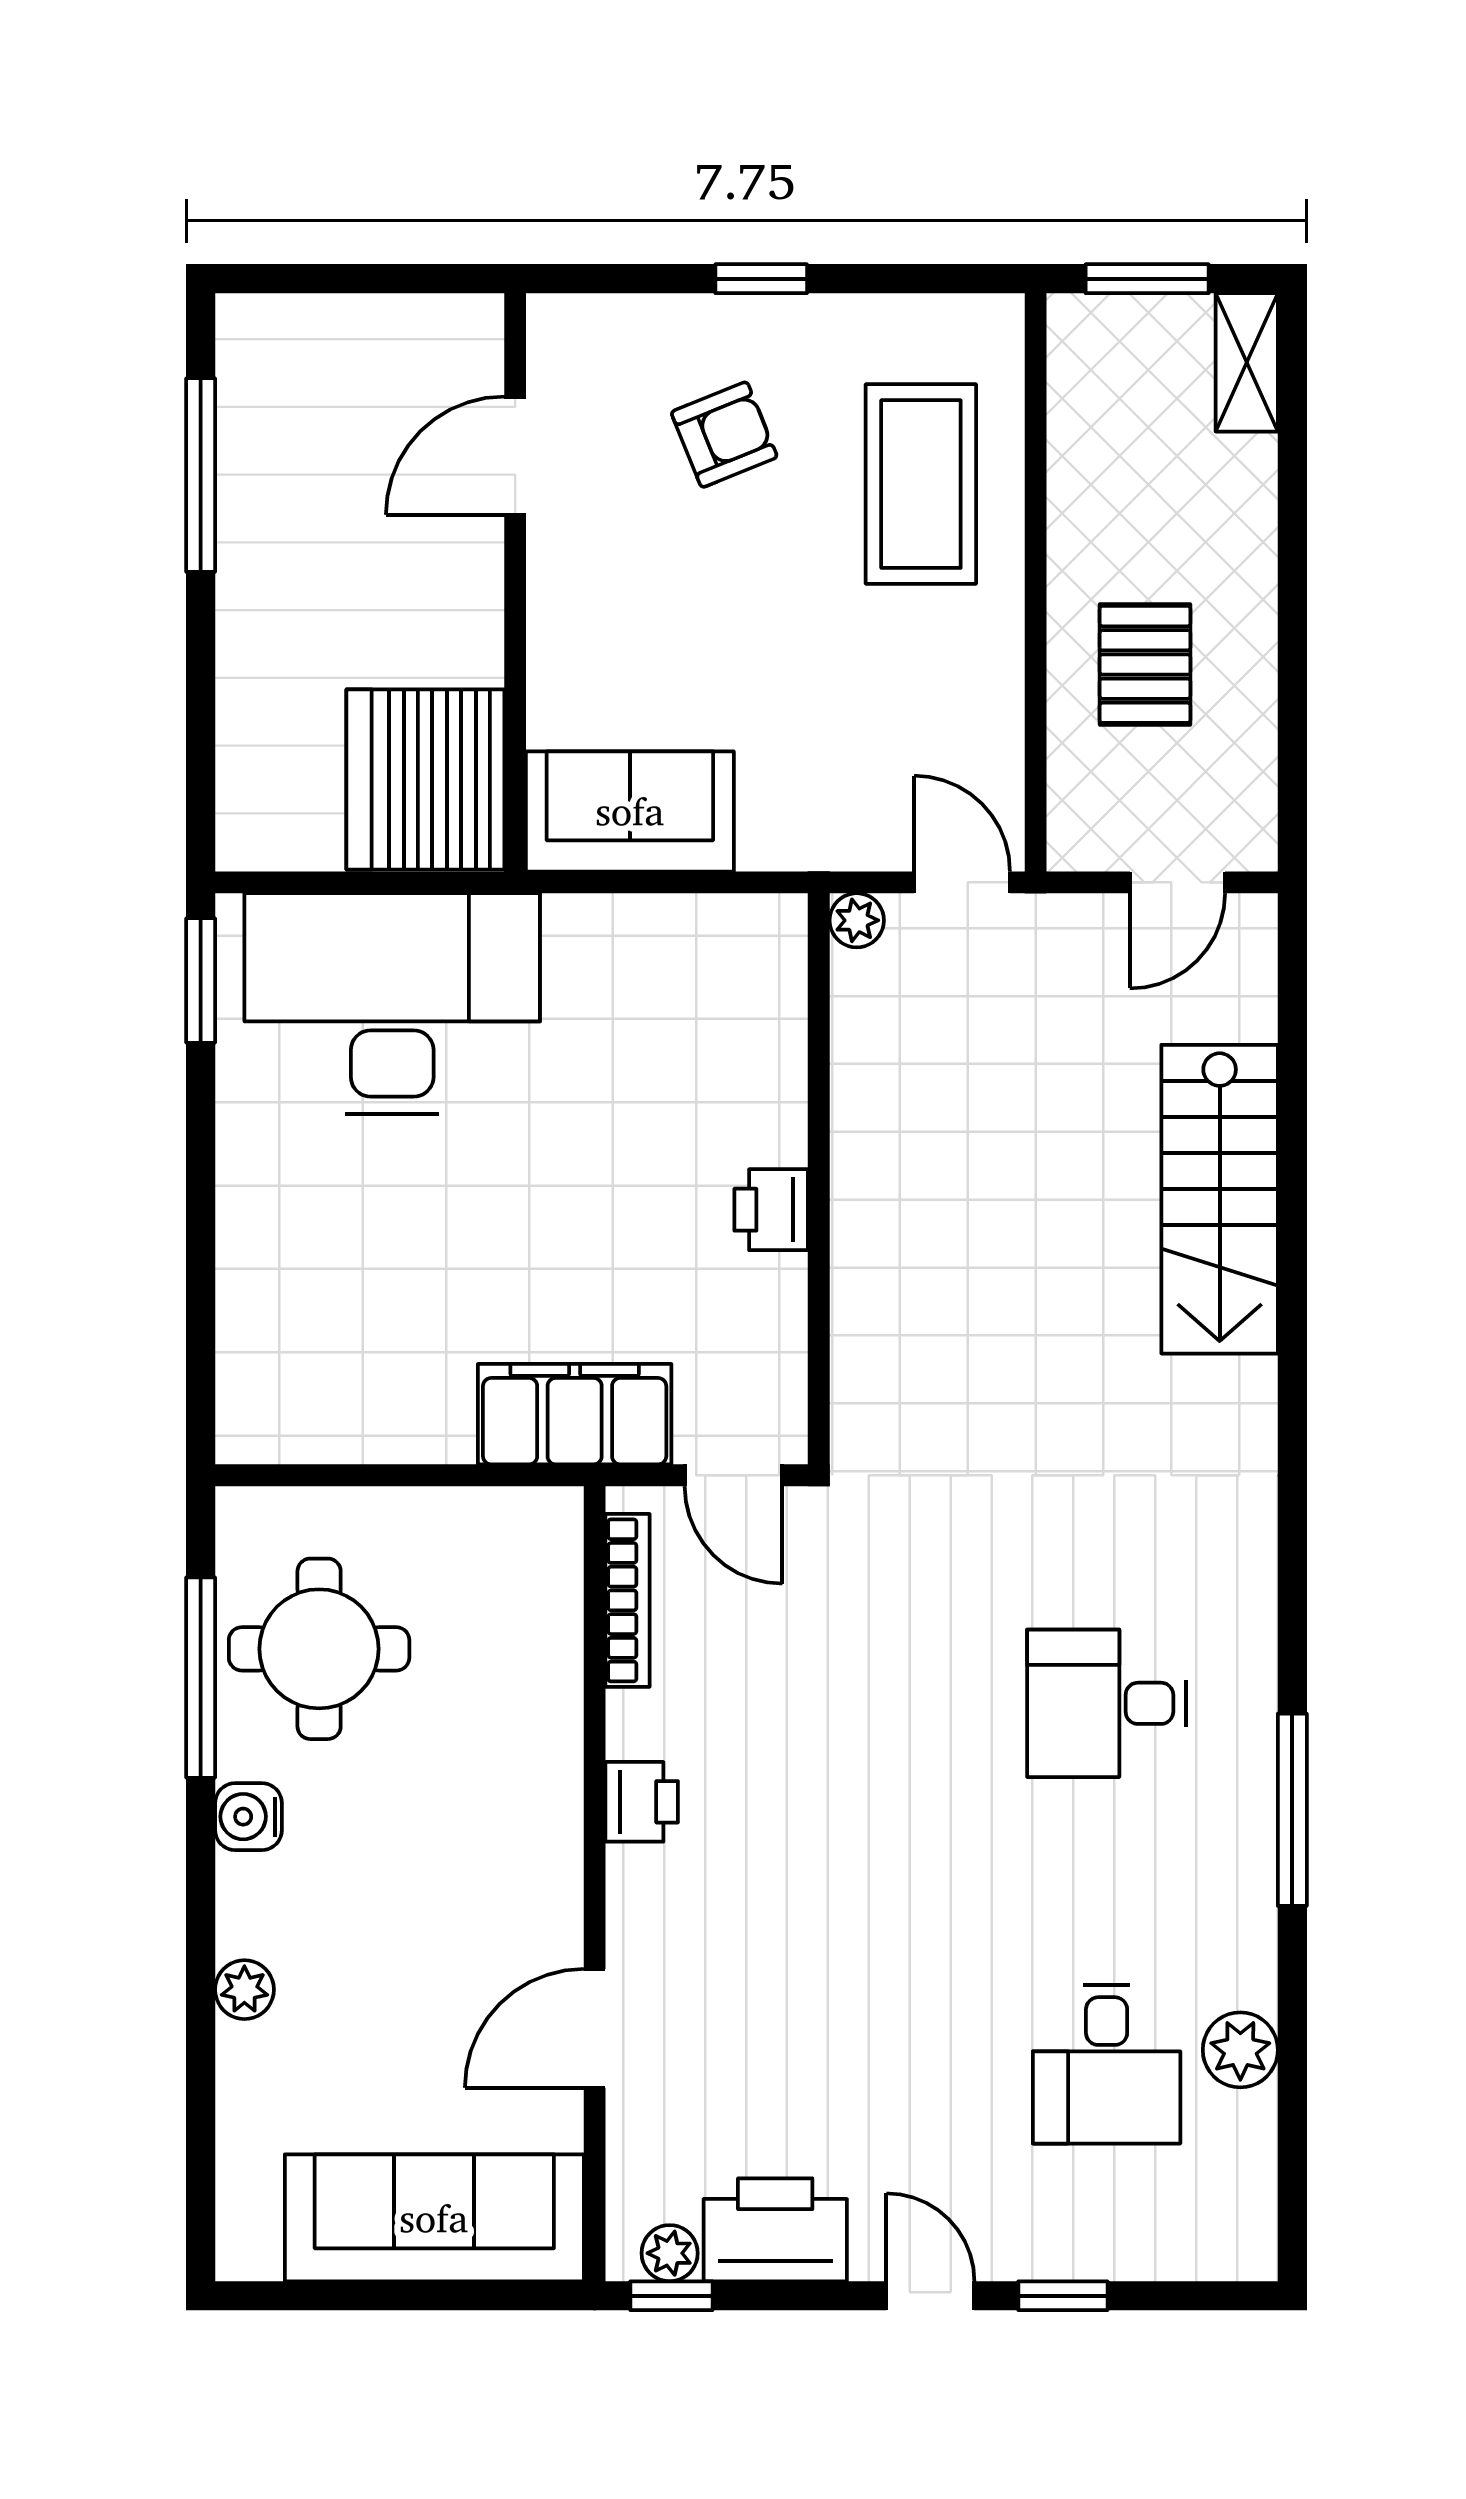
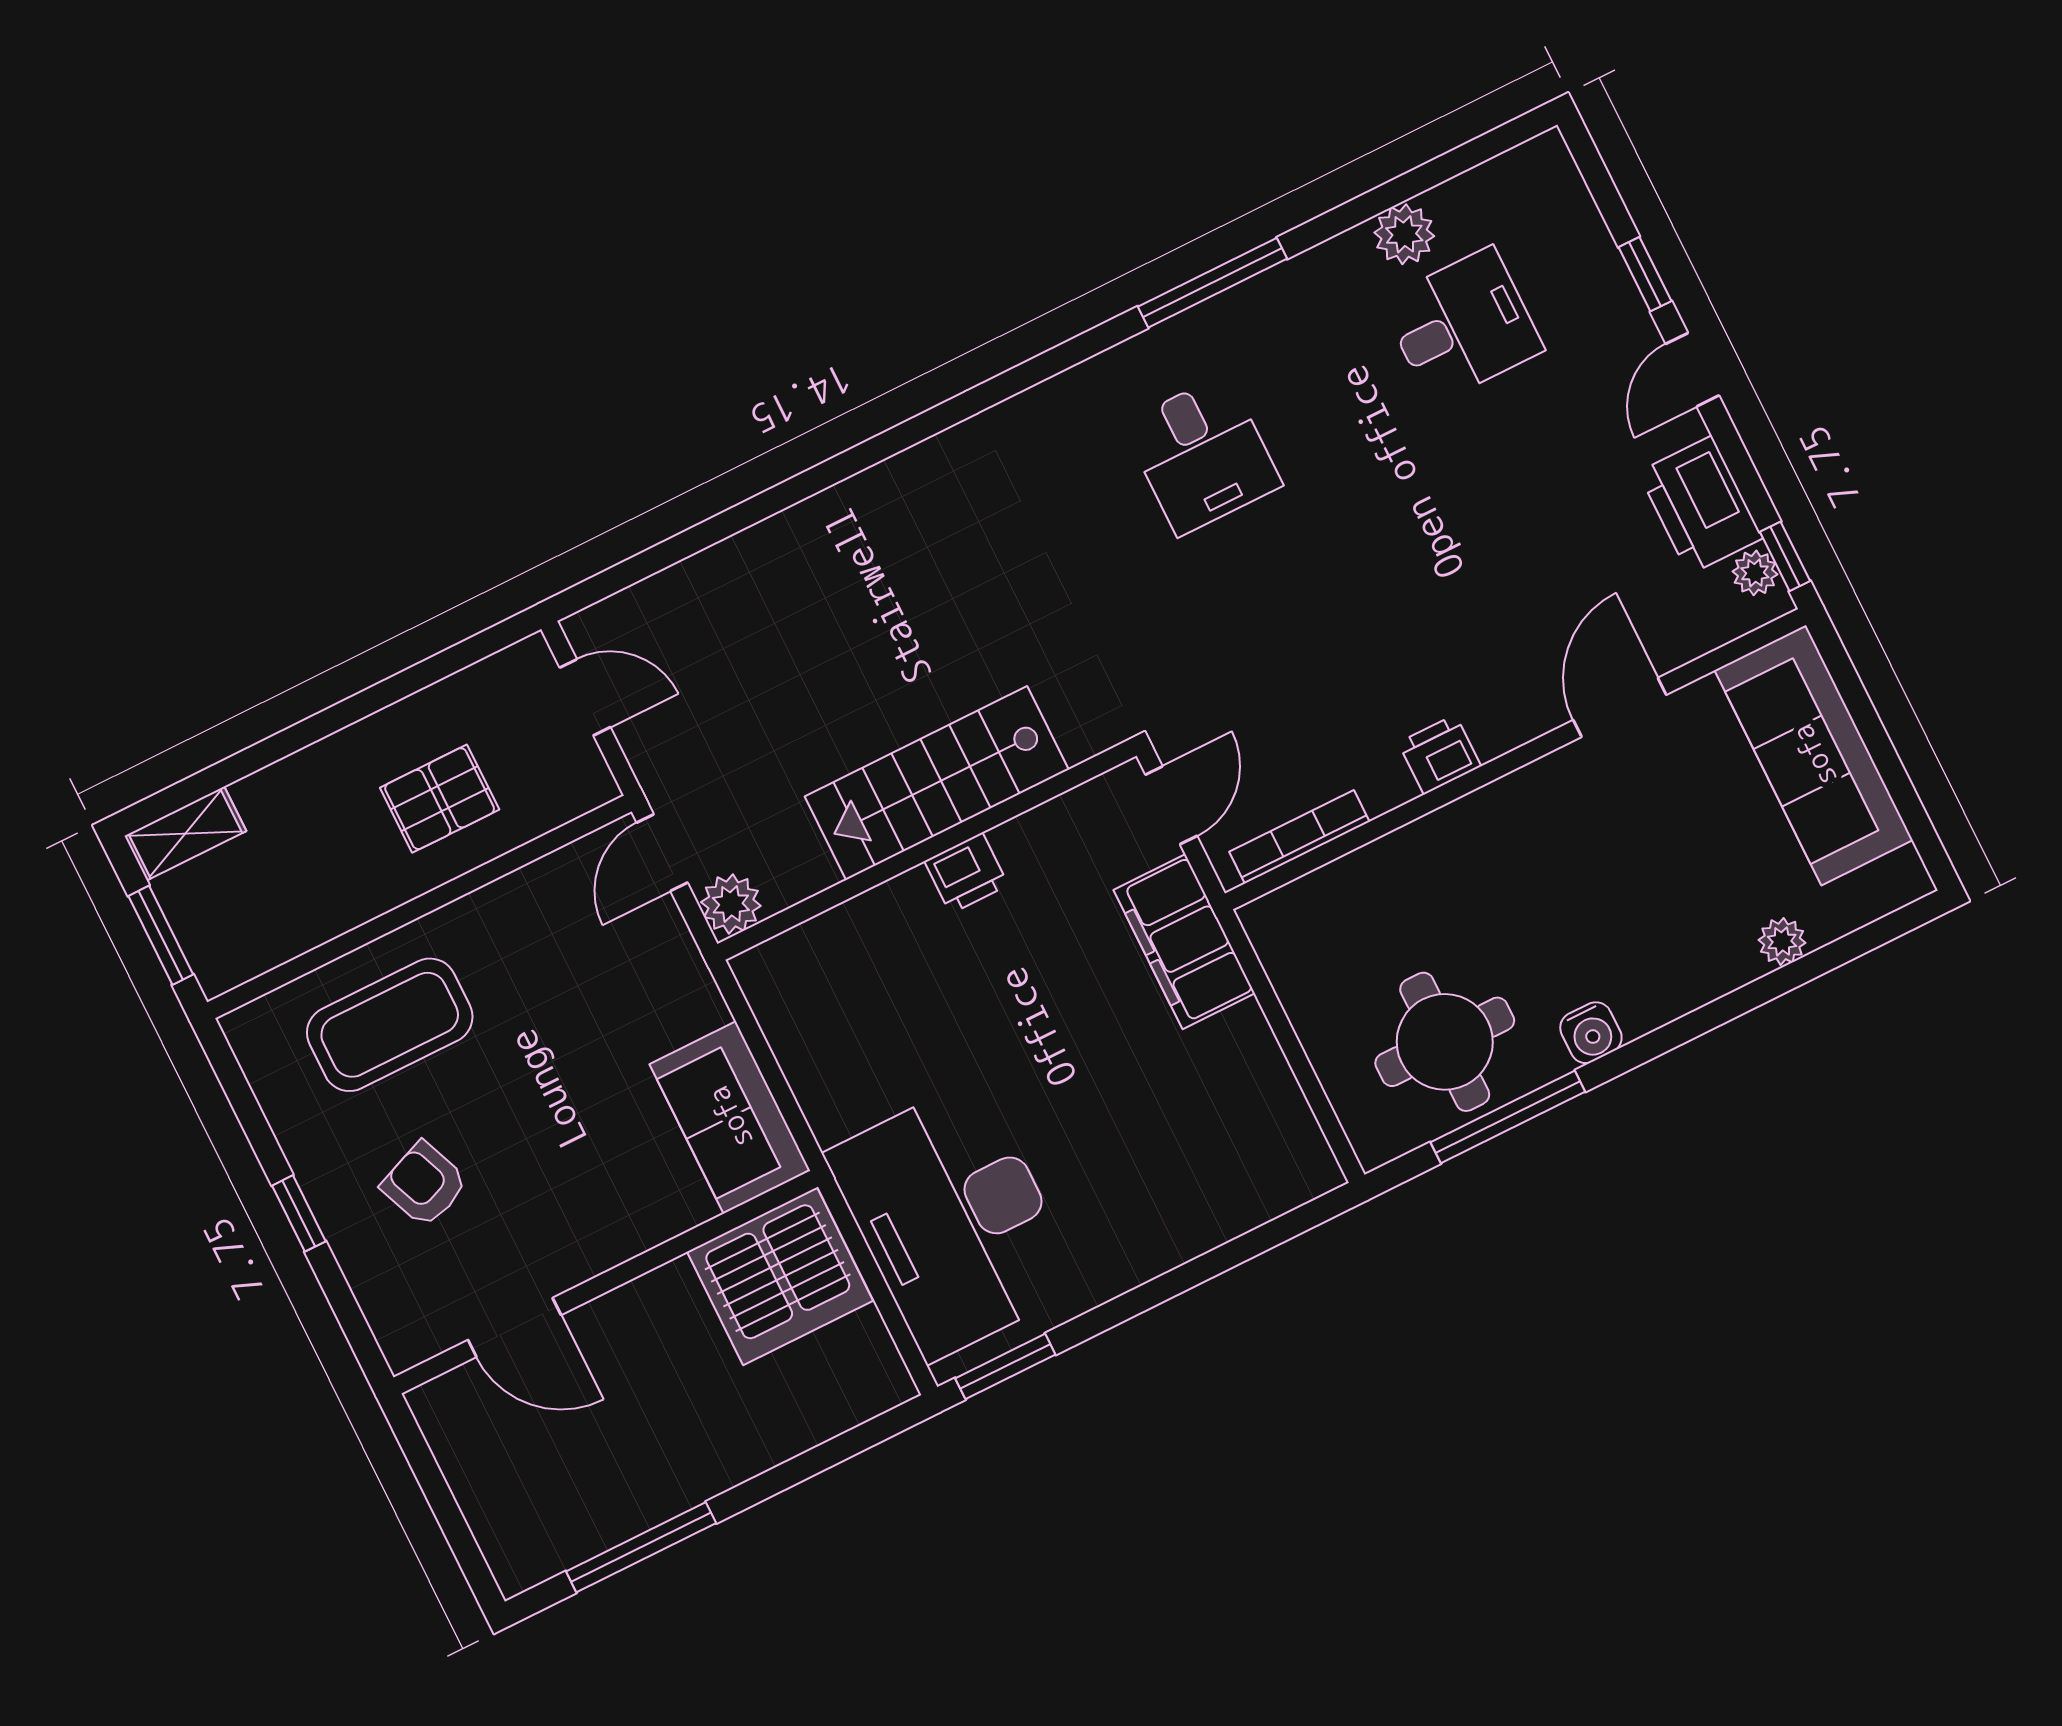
plant: (857, 920) -> (731, 904), width x1.38, depth x1.38
stairs: (1220, 1199) -> (937, 783), moved, turned 180
plant: (244, 1990) -> (1782, 941), moved
door: (595, 2028) -> (1620, 707), swing flipped

